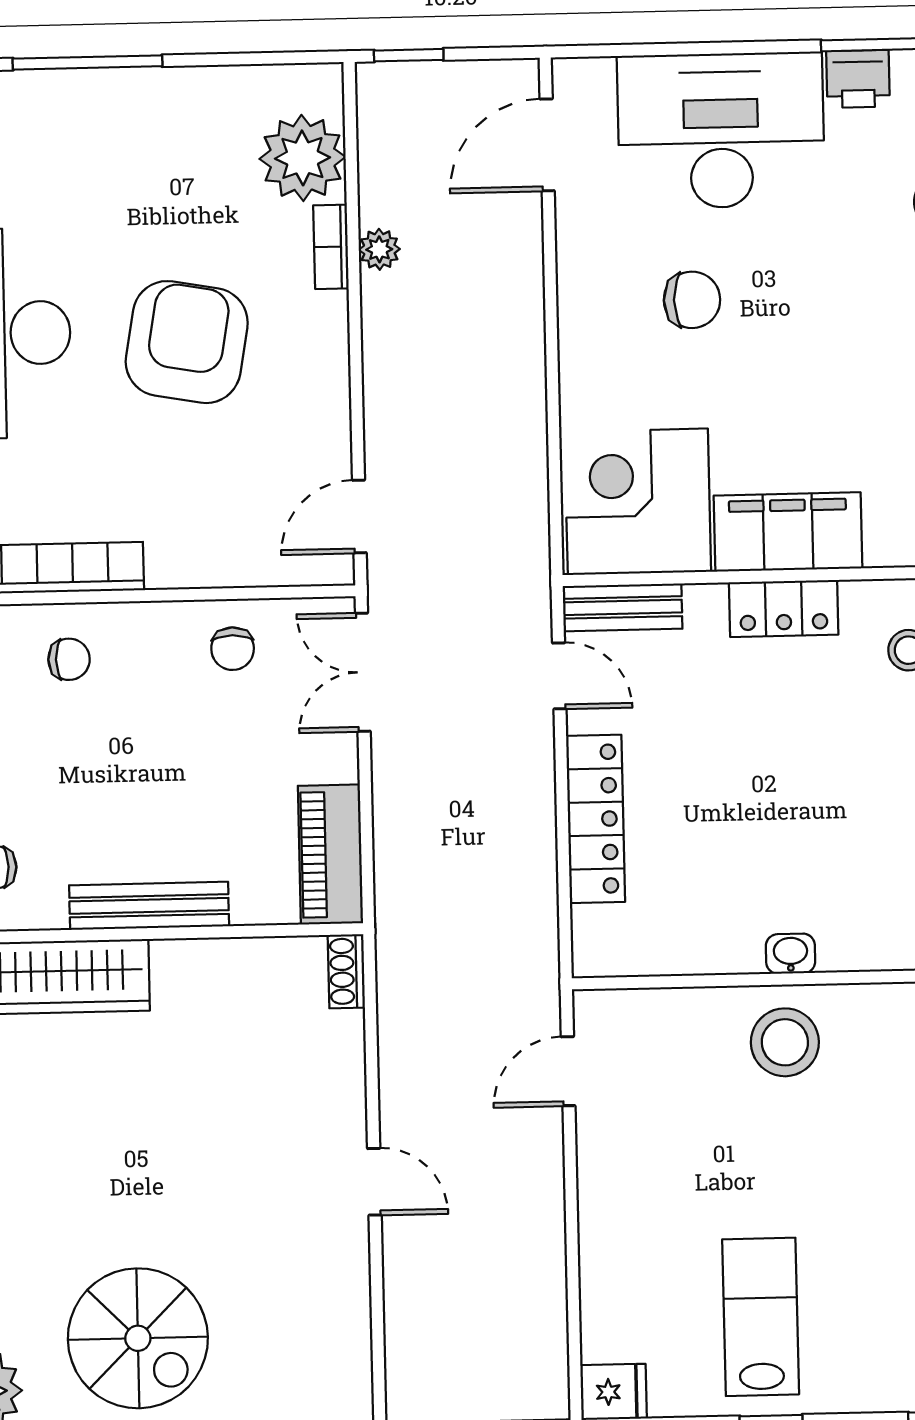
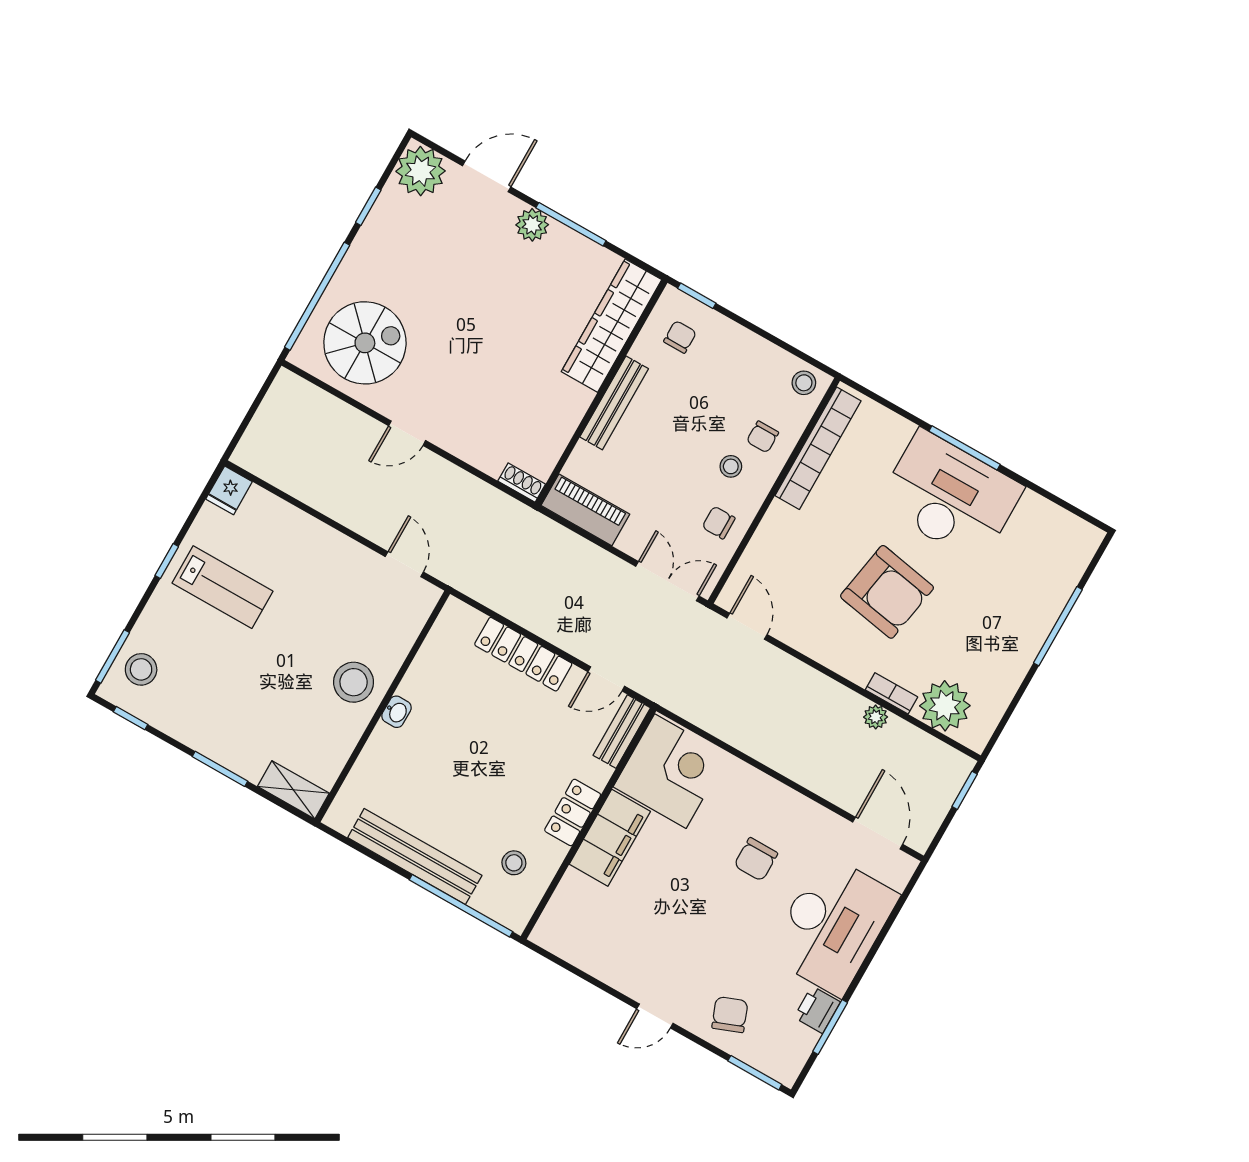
stool: (140, 680) -> (731, 466), added
spiral stairs: (138, 1338) -> (365, 343), moved, turned 180

